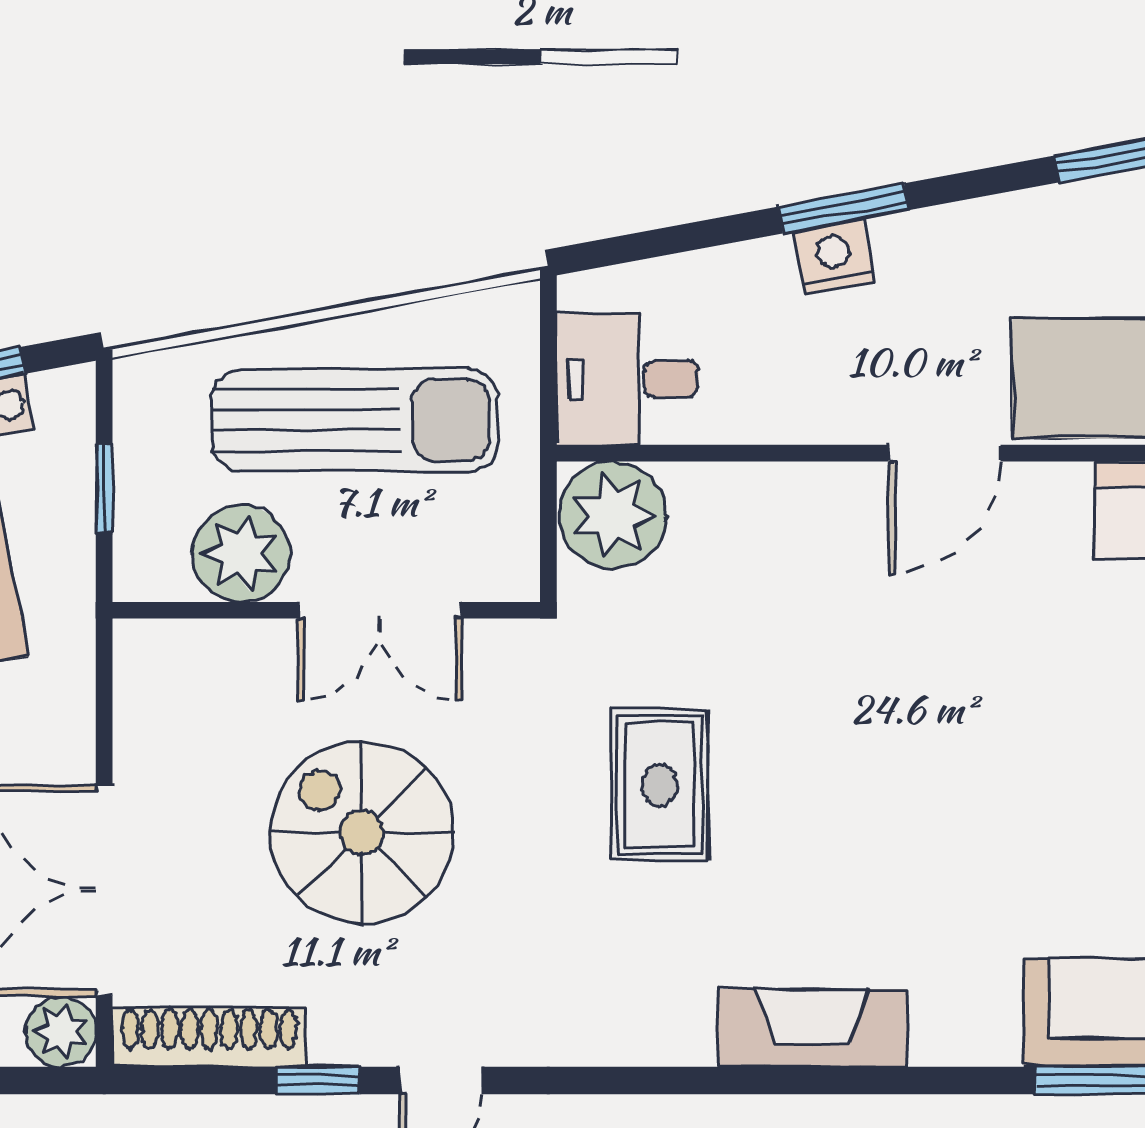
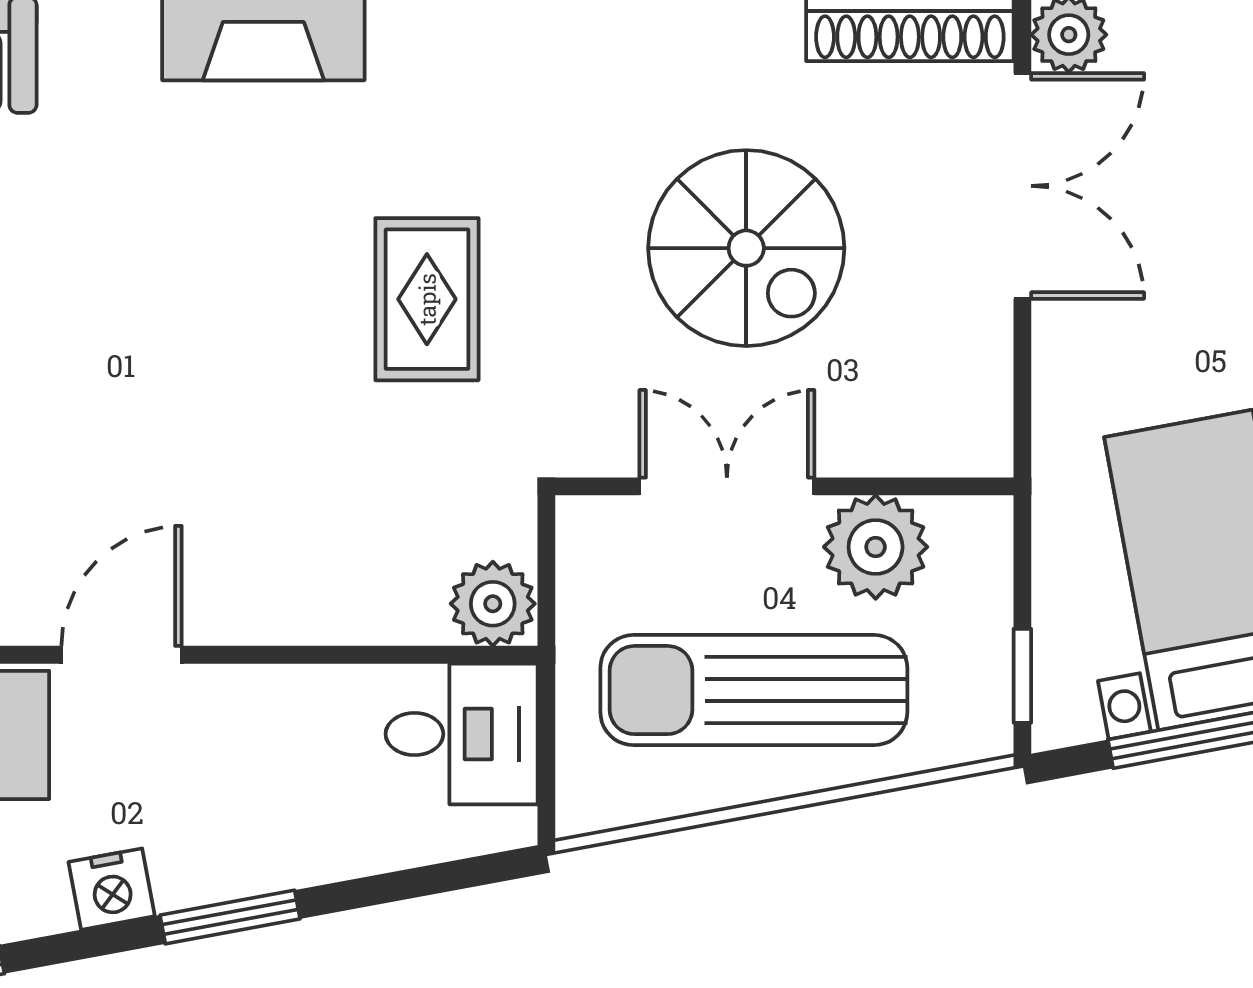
nightstand: (834, 257) -> (112, 889), moved
window: (104, 488) -> (1022, 676), moved
plant: (613, 515) -> (493, 604), width x0.73, depth x0.73

